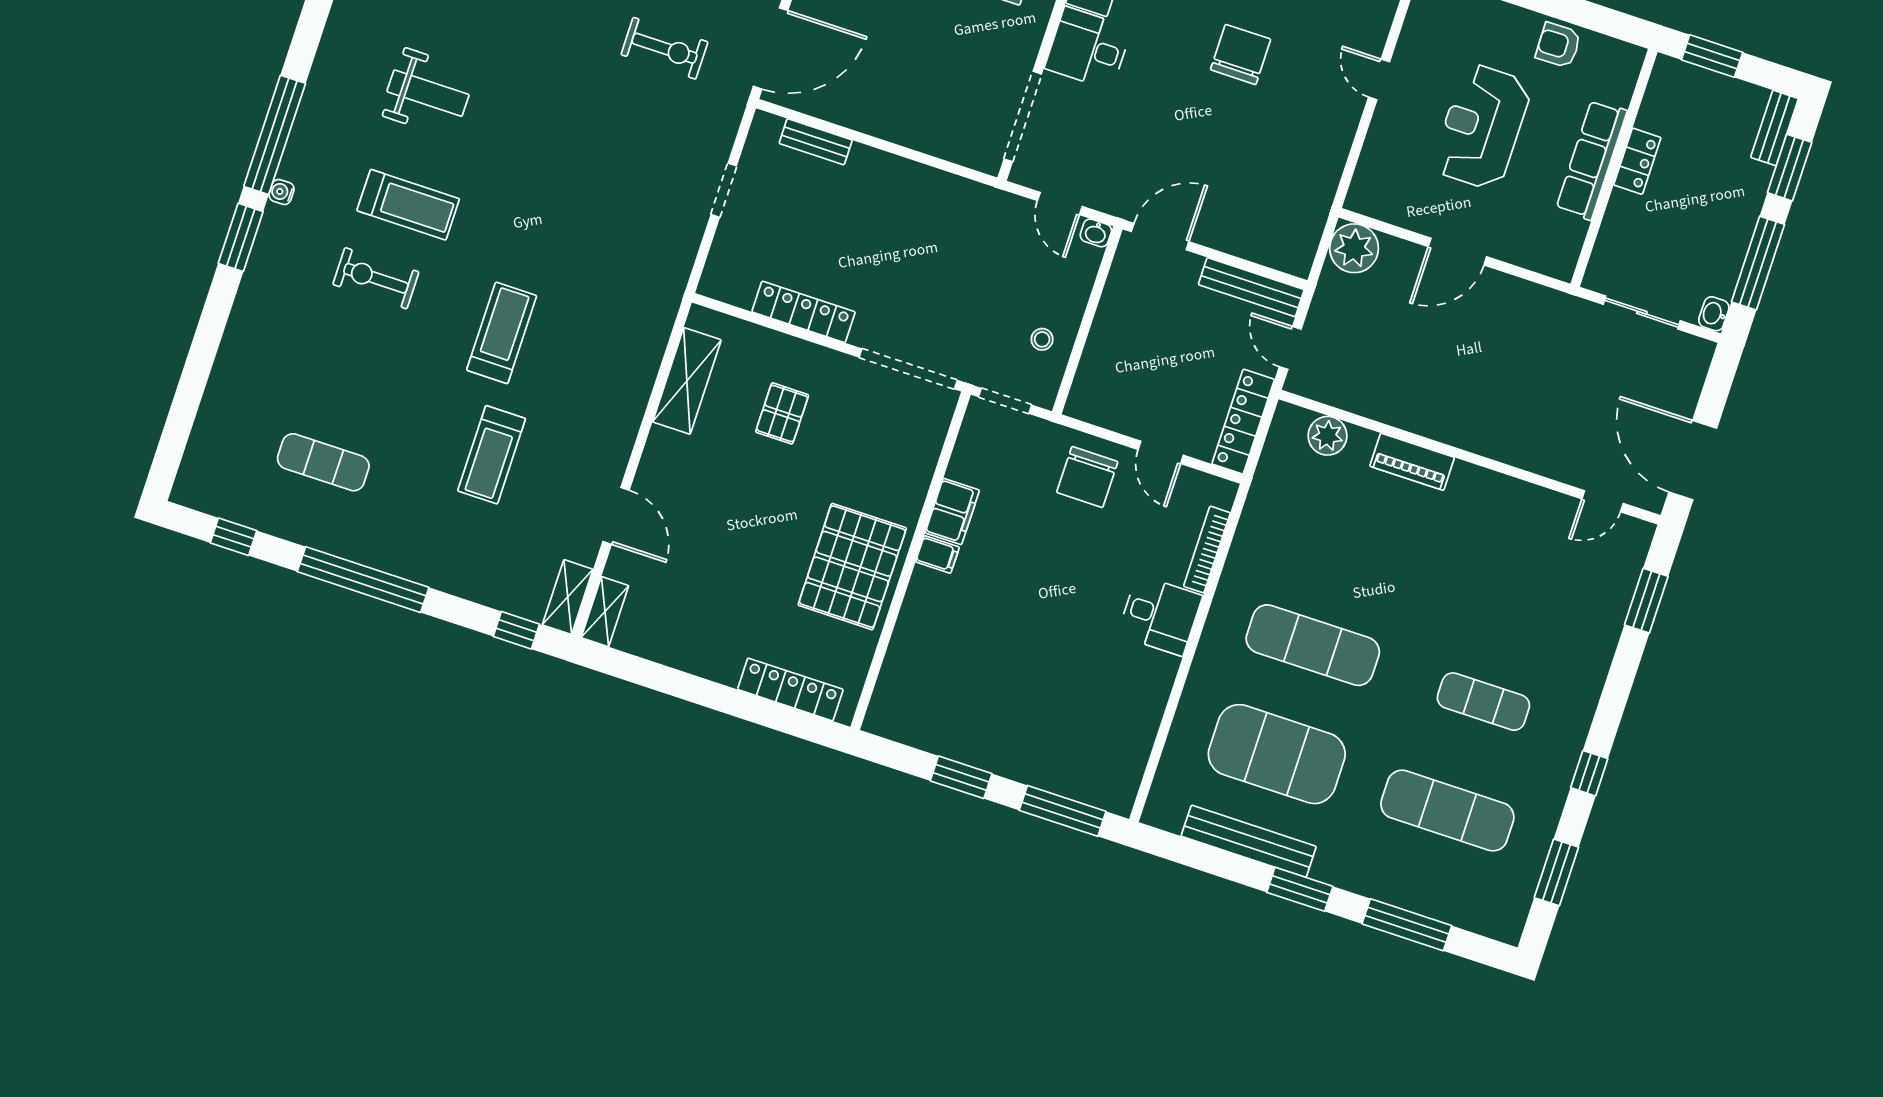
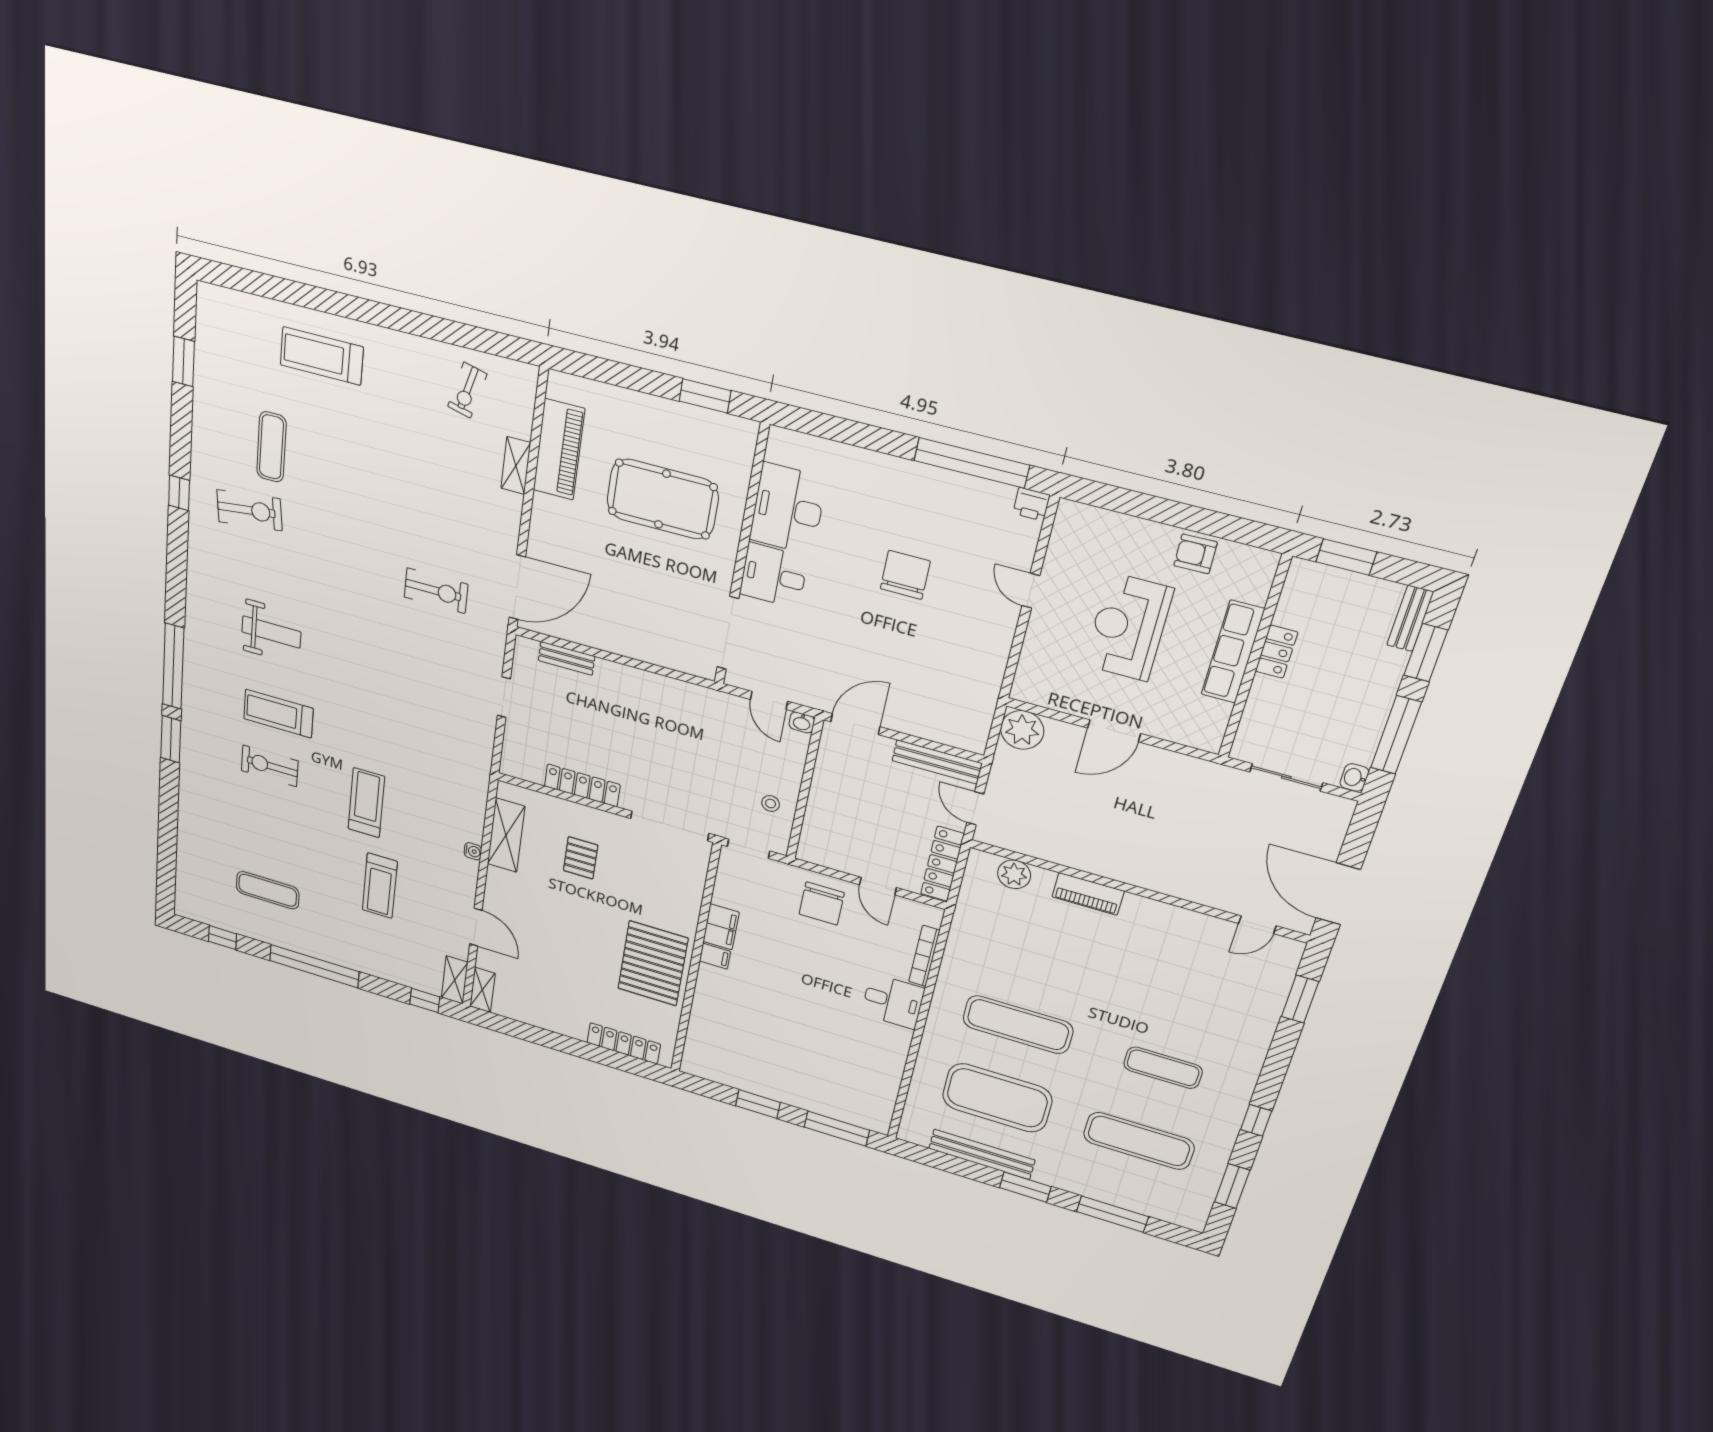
water cooler: (282, 192) -> (473, 851), moved, turned 180
treadmill: (408, 205) -> (278, 714), turned 180

